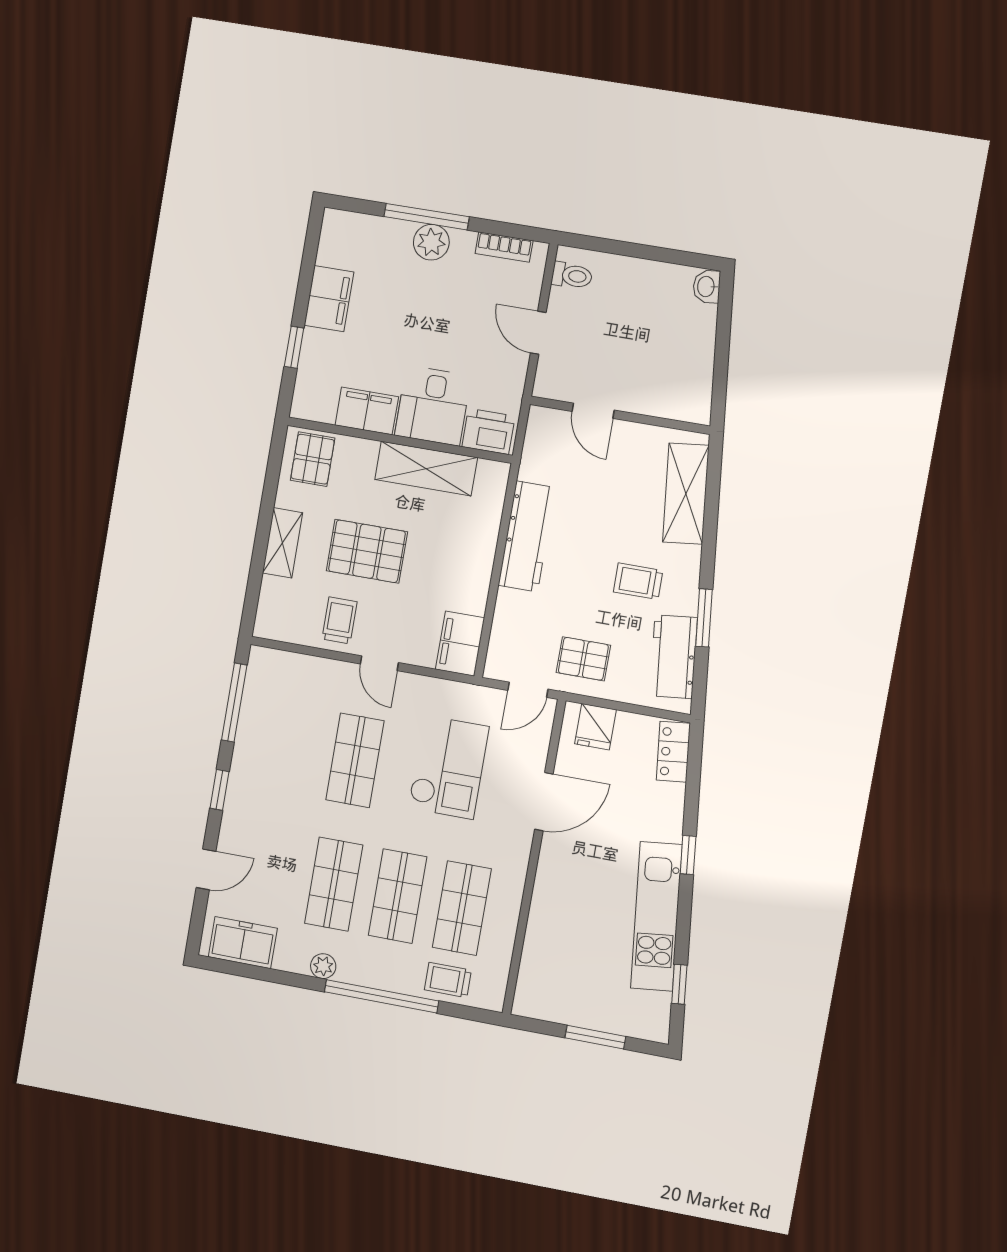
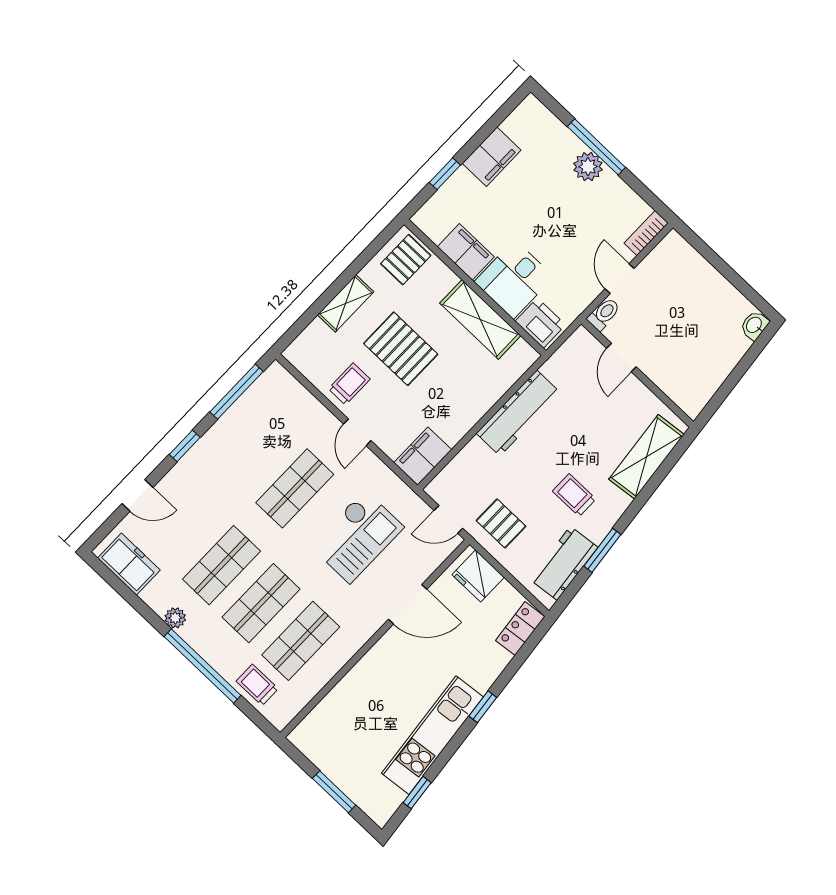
bookcase: (504, 247) -> (646, 233), moved, turned 90
toilet: (572, 276) -> (604, 314), moved, turned -90
fridge: (595, 727) -> (478, 576), width x1.38

